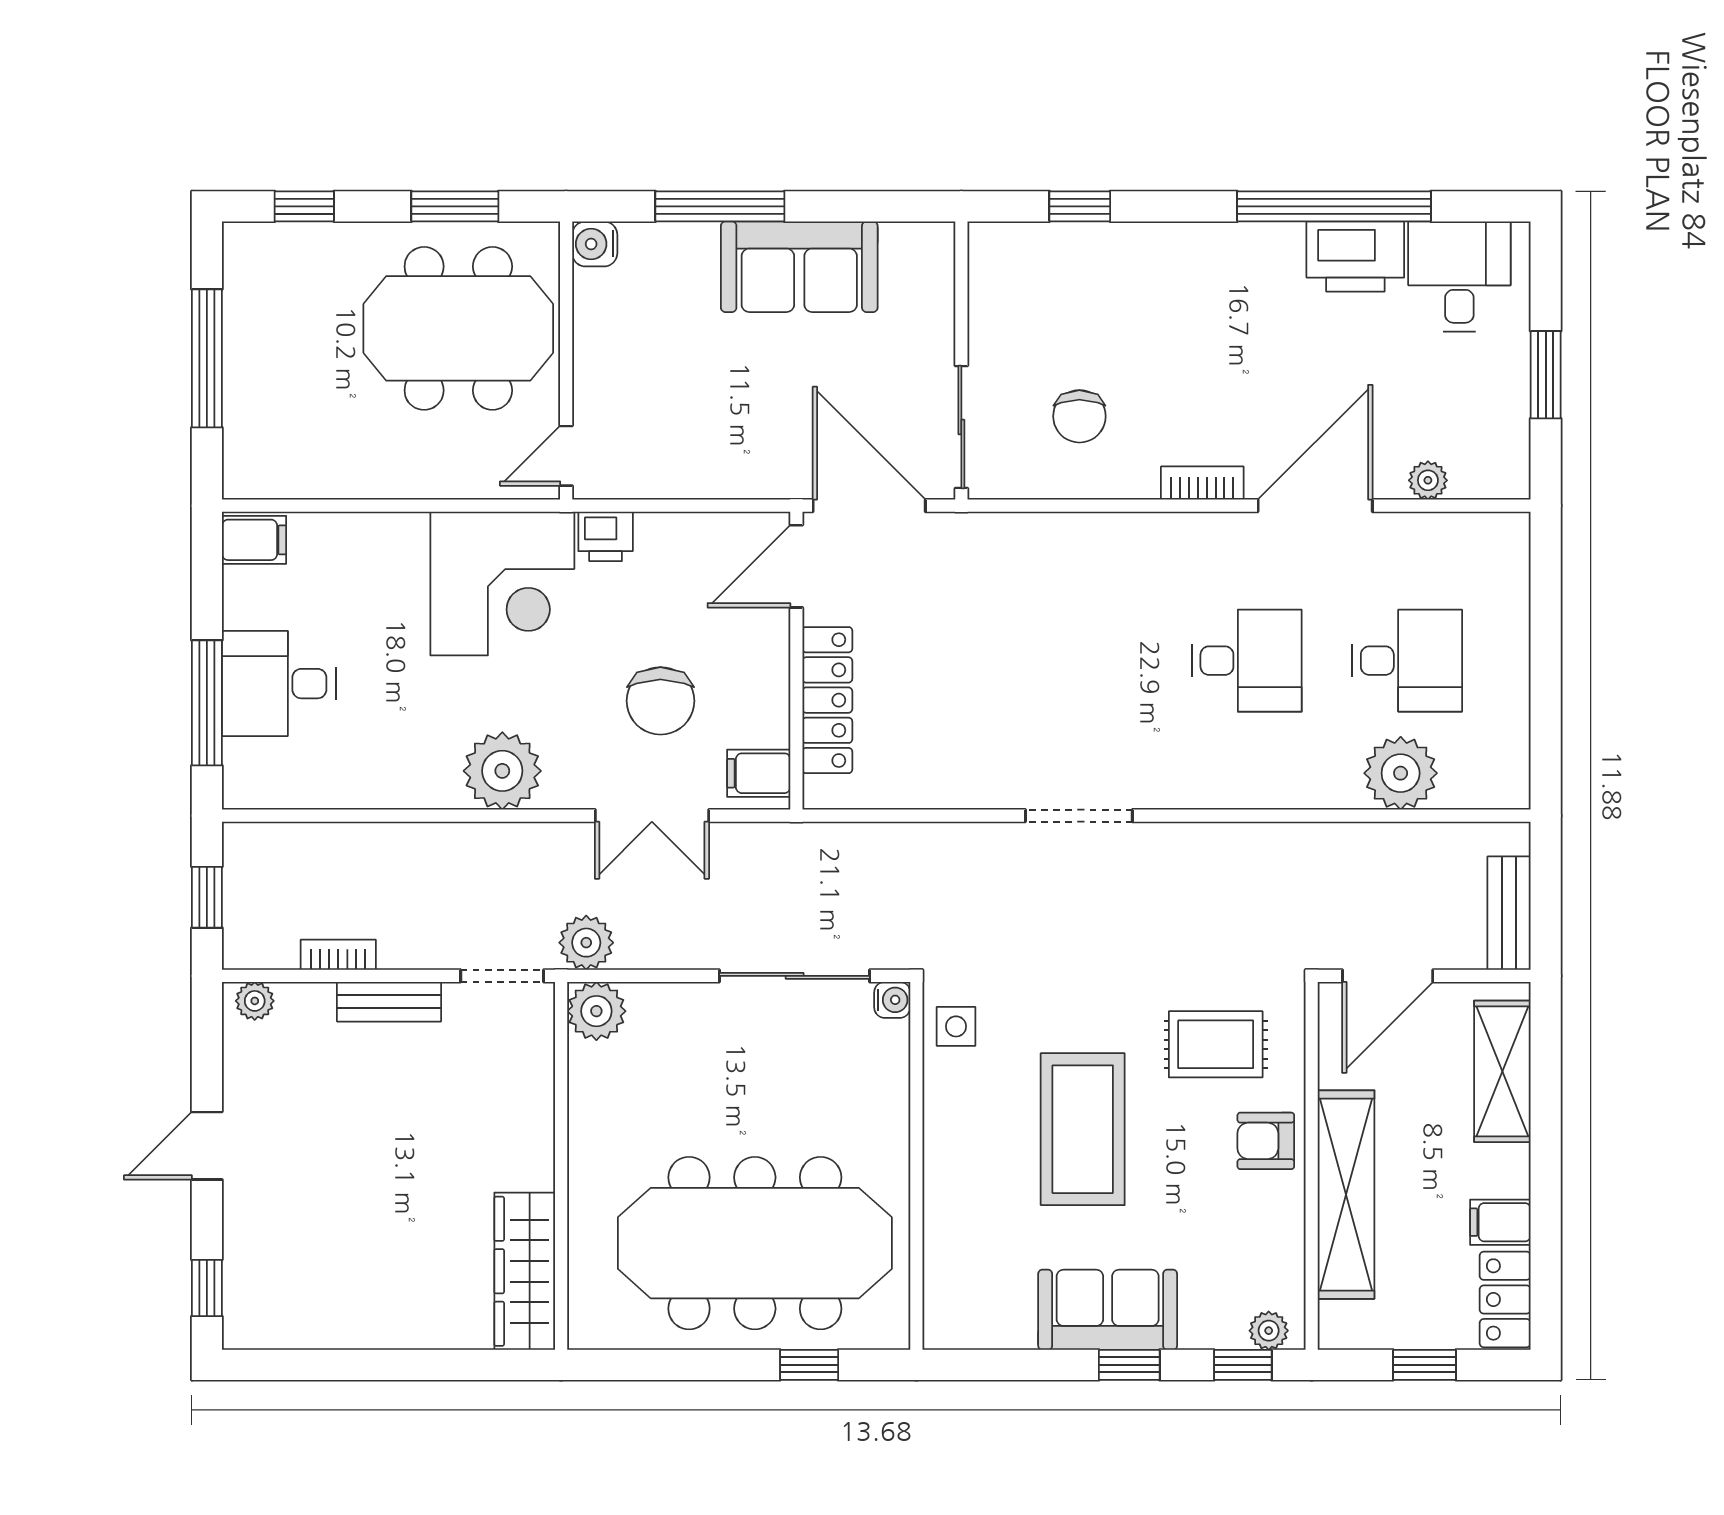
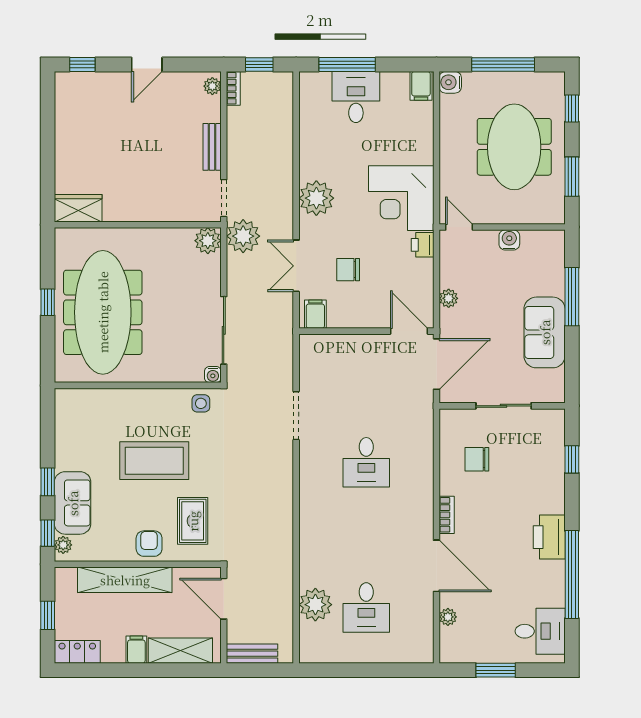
water cooler: (595, 244) -> (509, 240), moved
printer: (1355, 257) -> (549, 537), moved
meeting table: (458, 328) -> (514, 147), moved
sliding door: (961, 427) -> (504, 406), moved
water cooler: (246, 475) -> (450, 82), added
plant: (724, 479) -> (449, 298), added
desk: (1247, 661) -> (366, 462), moved
locker: (827, 700) -> (348, 345), removed
chair: (660, 701) -> (348, 270), width x0.73, depth x0.73
doorway: (1079, 816) -> (296, 416), moved
plant: (586, 943) -> (243, 236), width x1.36, depth x1.36
bookcase: (338, 955) -> (233, 88), moved
door: (207, 1146) -> (147, 64), swing flipped
filing cabinet: (1500, 1222) -> (136, 650), moved
wardrobe: (525, 1271) -> (78, 208), width x0.67
sofa: (1108, 1310) -> (73, 503), moved
window: (809, 1365) -> (48, 302), moved

